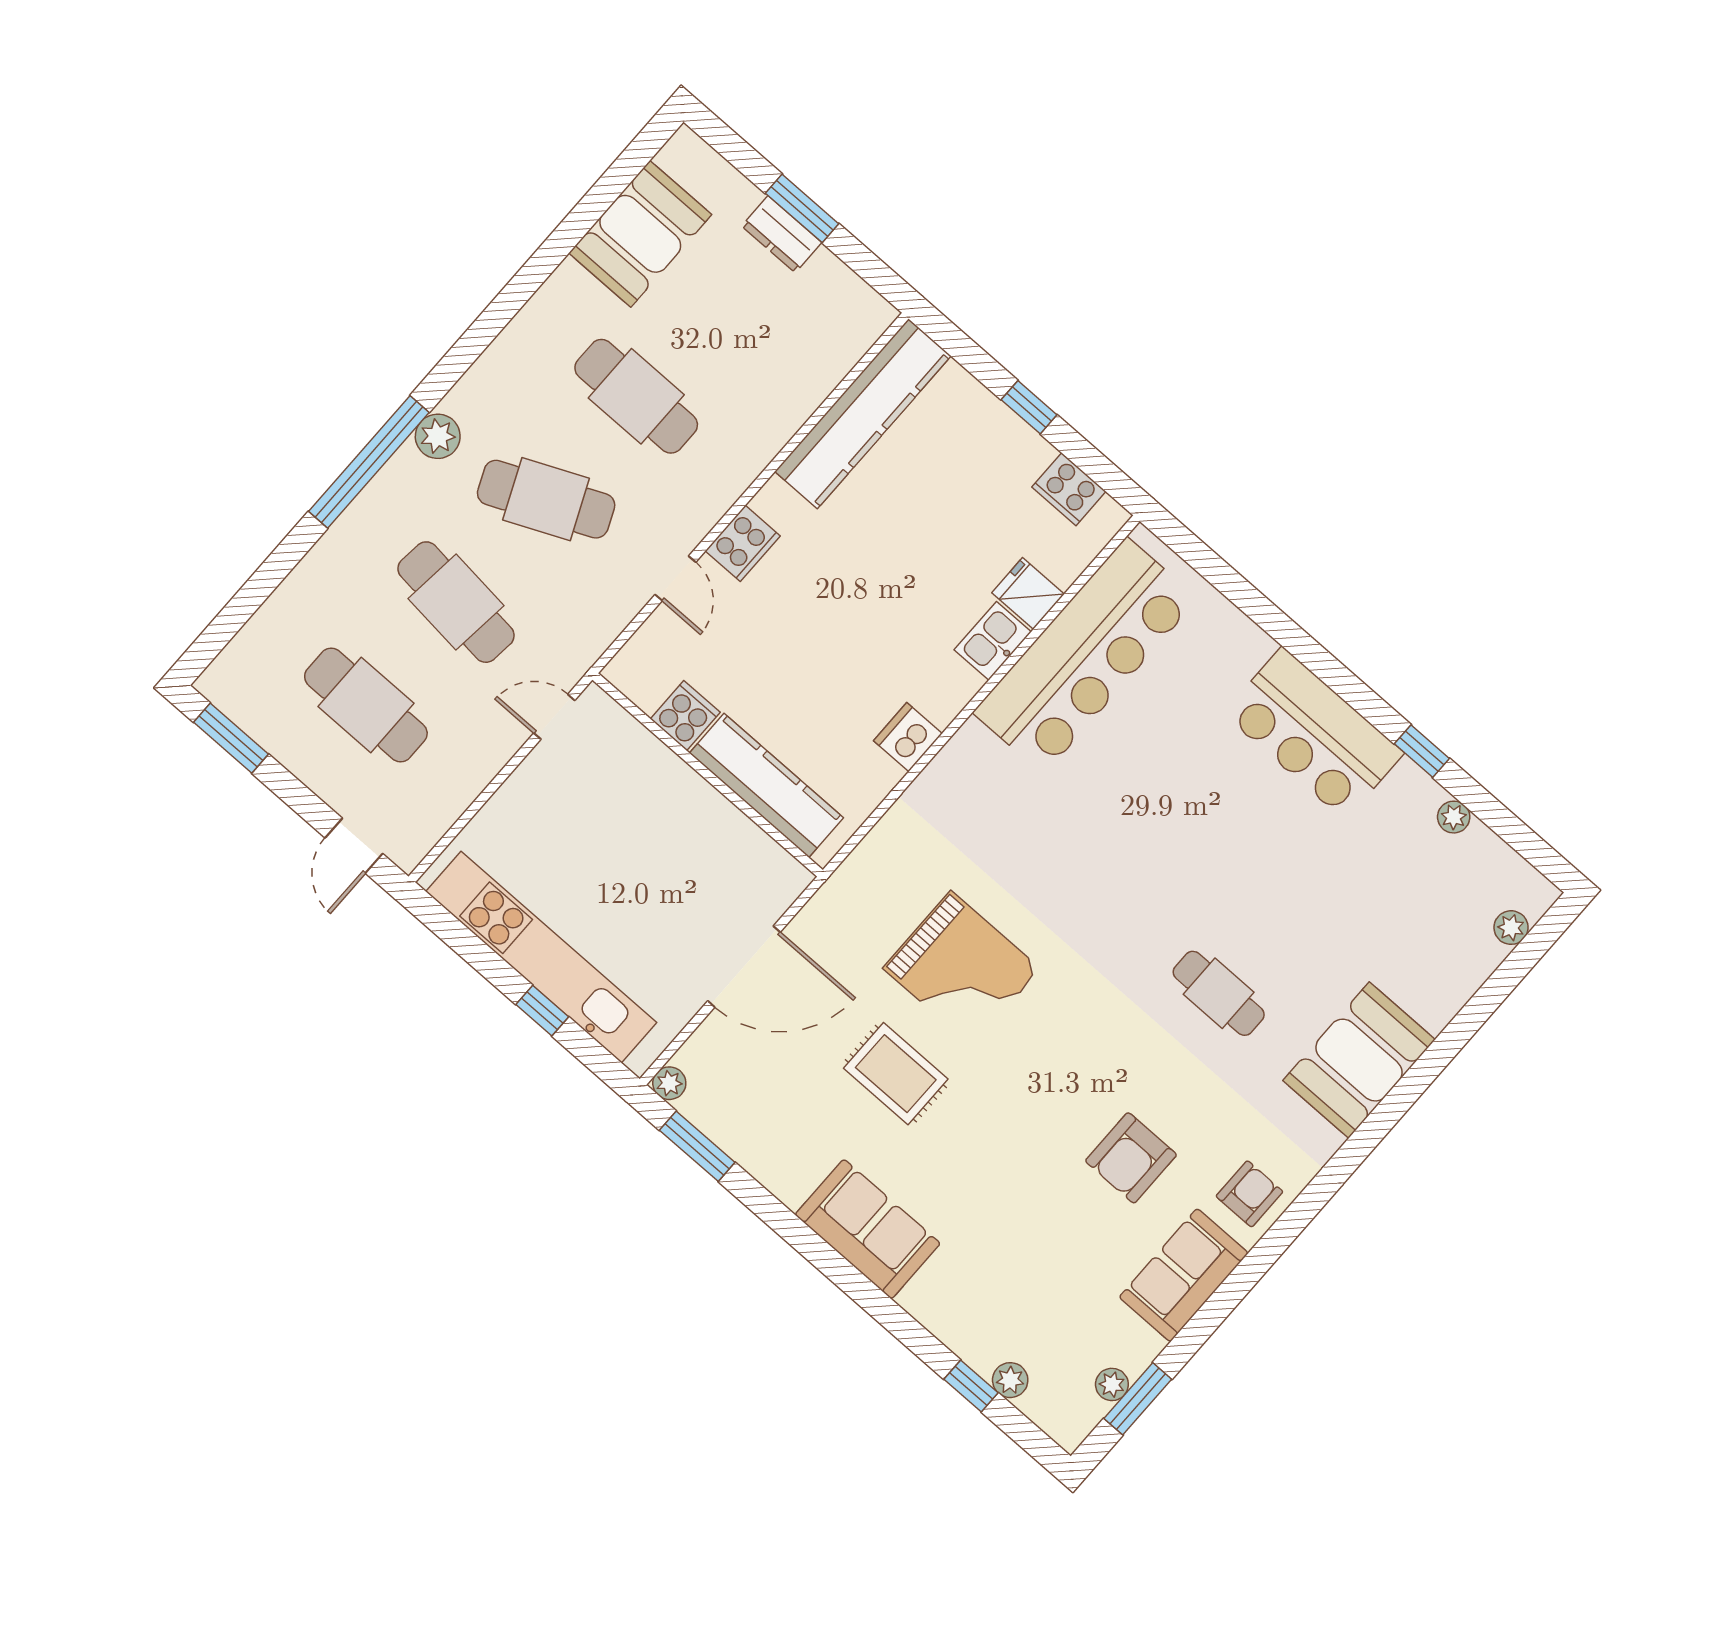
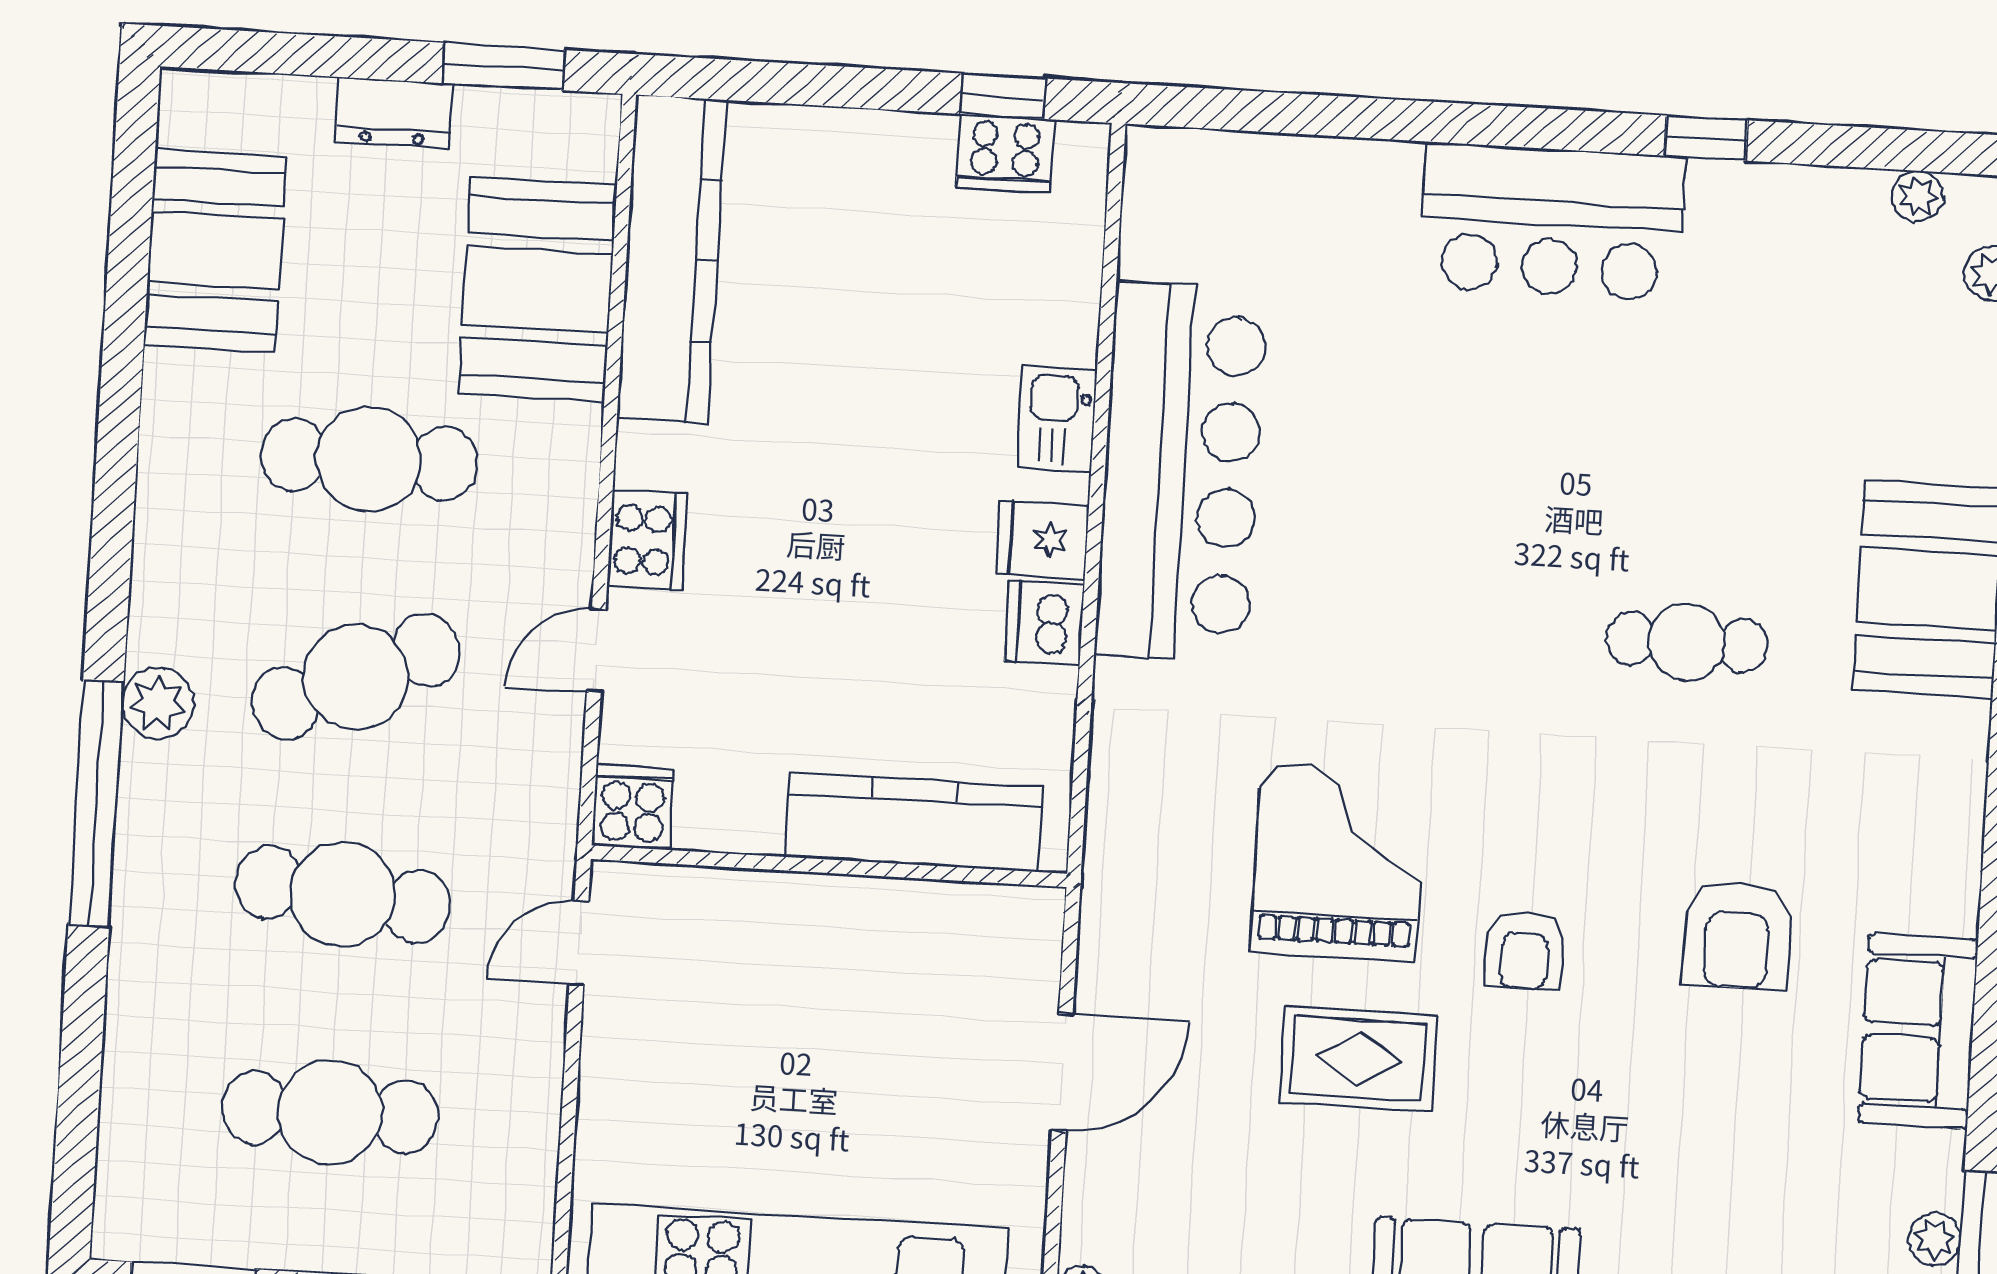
window: (802, 208) -> (504, 67), moved
booth: (785, 377) -> (538, 289), added
window: (1029, 407) -> (1003, 96), moved
door: (675, 578) -> (596, 650), swing flipped
fridge: (1028, 593) -> (1043, 540), moved
bar counter: (1085, 656) -> (1181, 472), moved
cooker: (685, 716) -> (633, 807), moved
plant: (1454, 817) -> (1918, 196), moved
door: (744, 967) -> (1062, 1072), width x0.73
grand piano: (962, 968) -> (1338, 862), turned -90
armchair: (1249, 1194) -> (1525, 950), moved, turned 180

